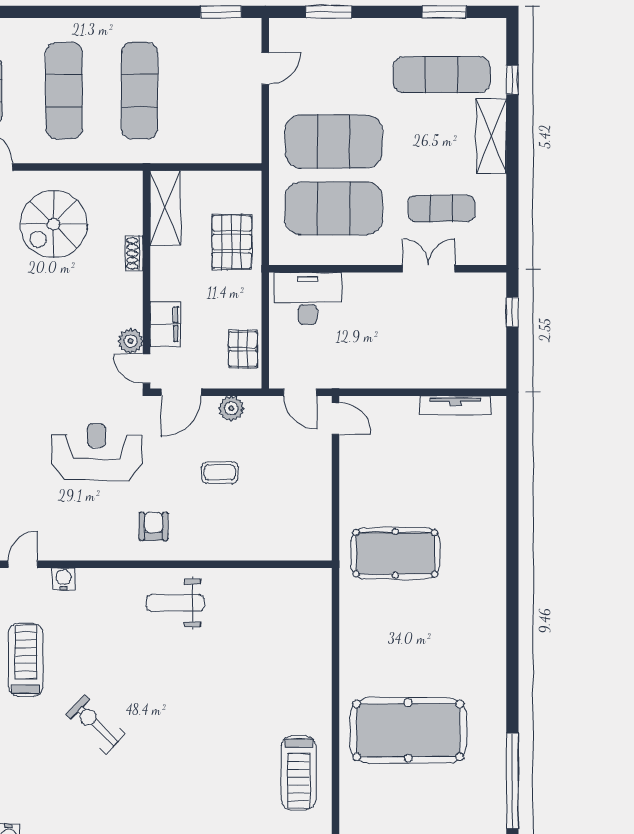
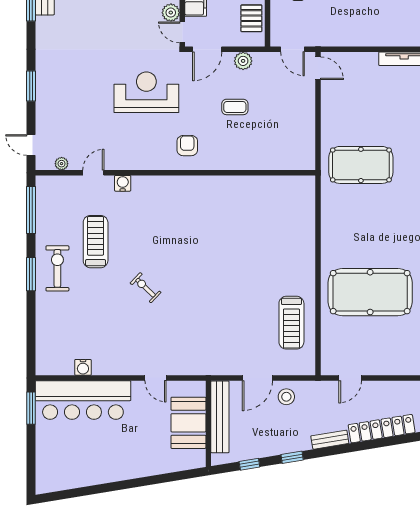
weight bench: (175, 603) -> (203, 201), removed
exercise bike: (95, 724) -> (146, 288), width x0.73, depth x0.72

